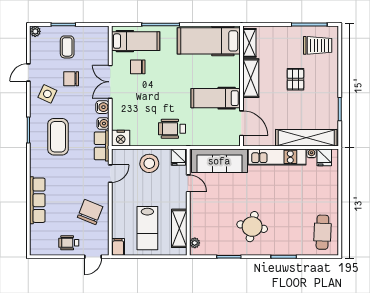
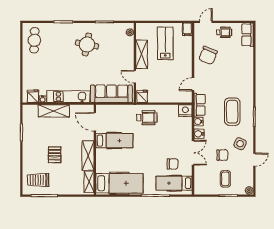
shelving: (306, 138) -> (54, 111), width x0.68
stool: (149, 163) -> (164, 92), removed
row of seats: (37, 200) -> (248, 35), moved, width x0.68
shelving: (179, 228) -> (142, 54), moved

